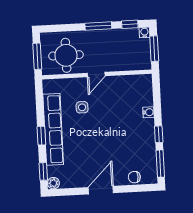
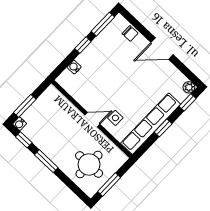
wall: (97, 74) -> (92, 119), moved
door: (96, 75) -> (92, 120), moved

